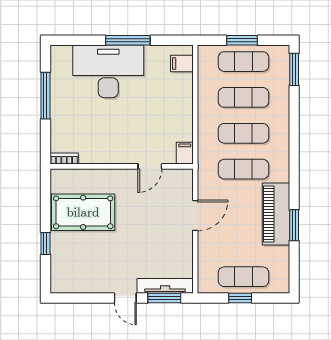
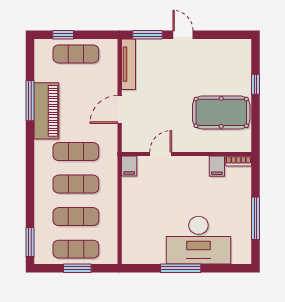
filing cabinet: (182, 63) -> (217, 166), moved, turned 90
window: (294, 225) -> (30, 101), width x1.44
tv unit: (165, 286) -> (128, 64), moved, turned -90
window: (240, 298) -> (63, 35), moved

